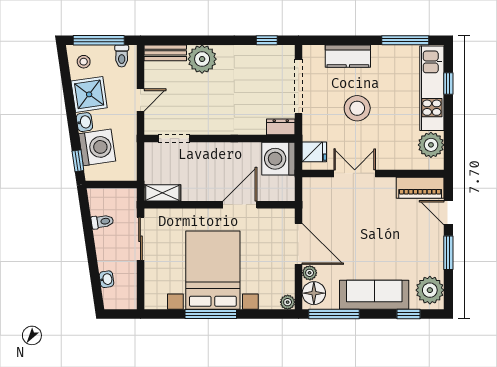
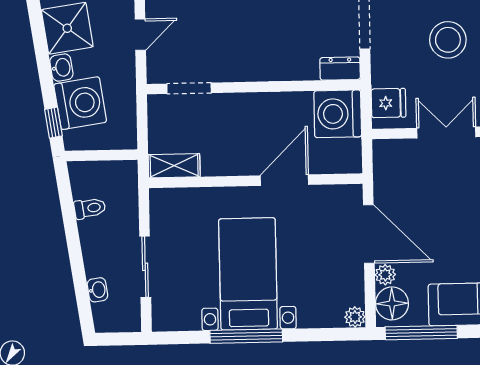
sliding door: (140, 239) -> (145, 267), moved
bed with nightstands: (213, 270) -> (248, 274), width x0.73

